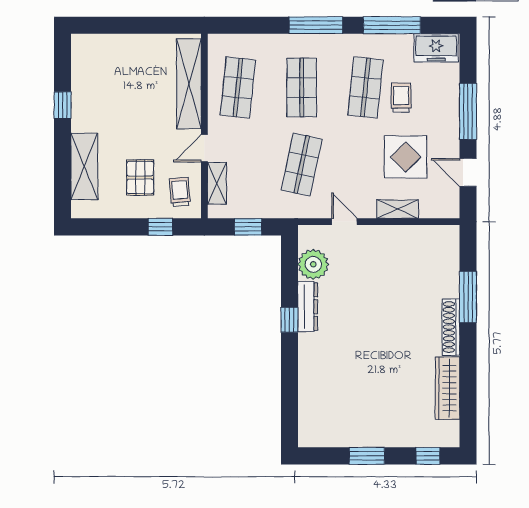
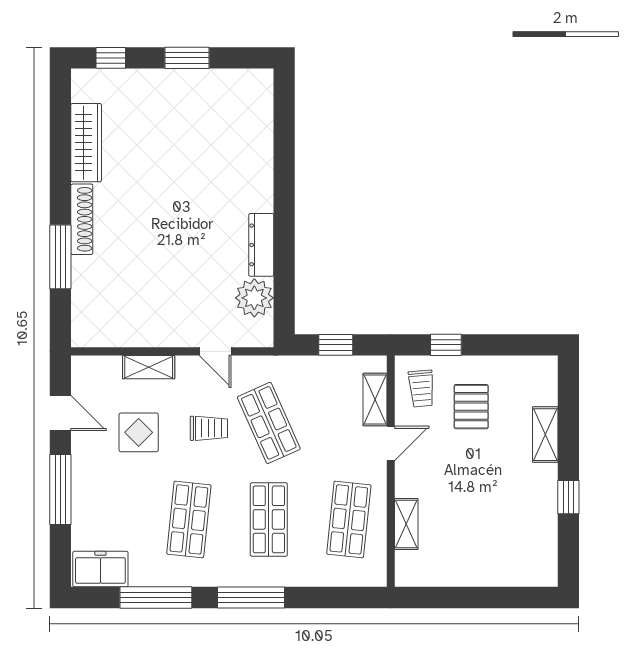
shelving: (189, 84) -> (406, 524), width x0.45, depth x0.75
trolley: (401, 98) -> (209, 428), moved, turned -90
display table: (406, 157) -> (139, 432), width x0.73, depth x0.73
shop shelf: (302, 165) -> (269, 423), turned -36
shelving: (84, 166) -> (545, 435), width x0.67, depth x0.75
window: (289, 320) -> (284, 228), removed

